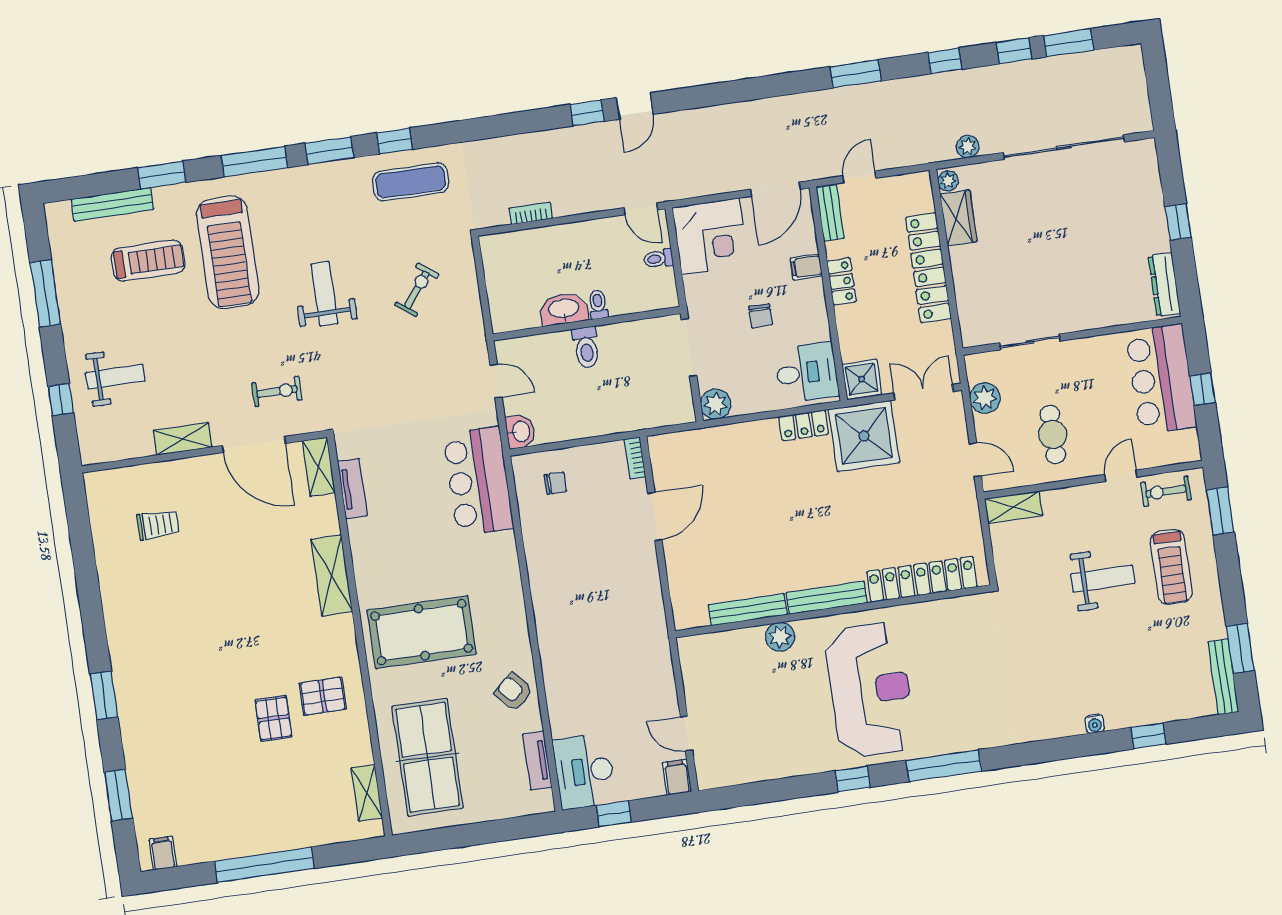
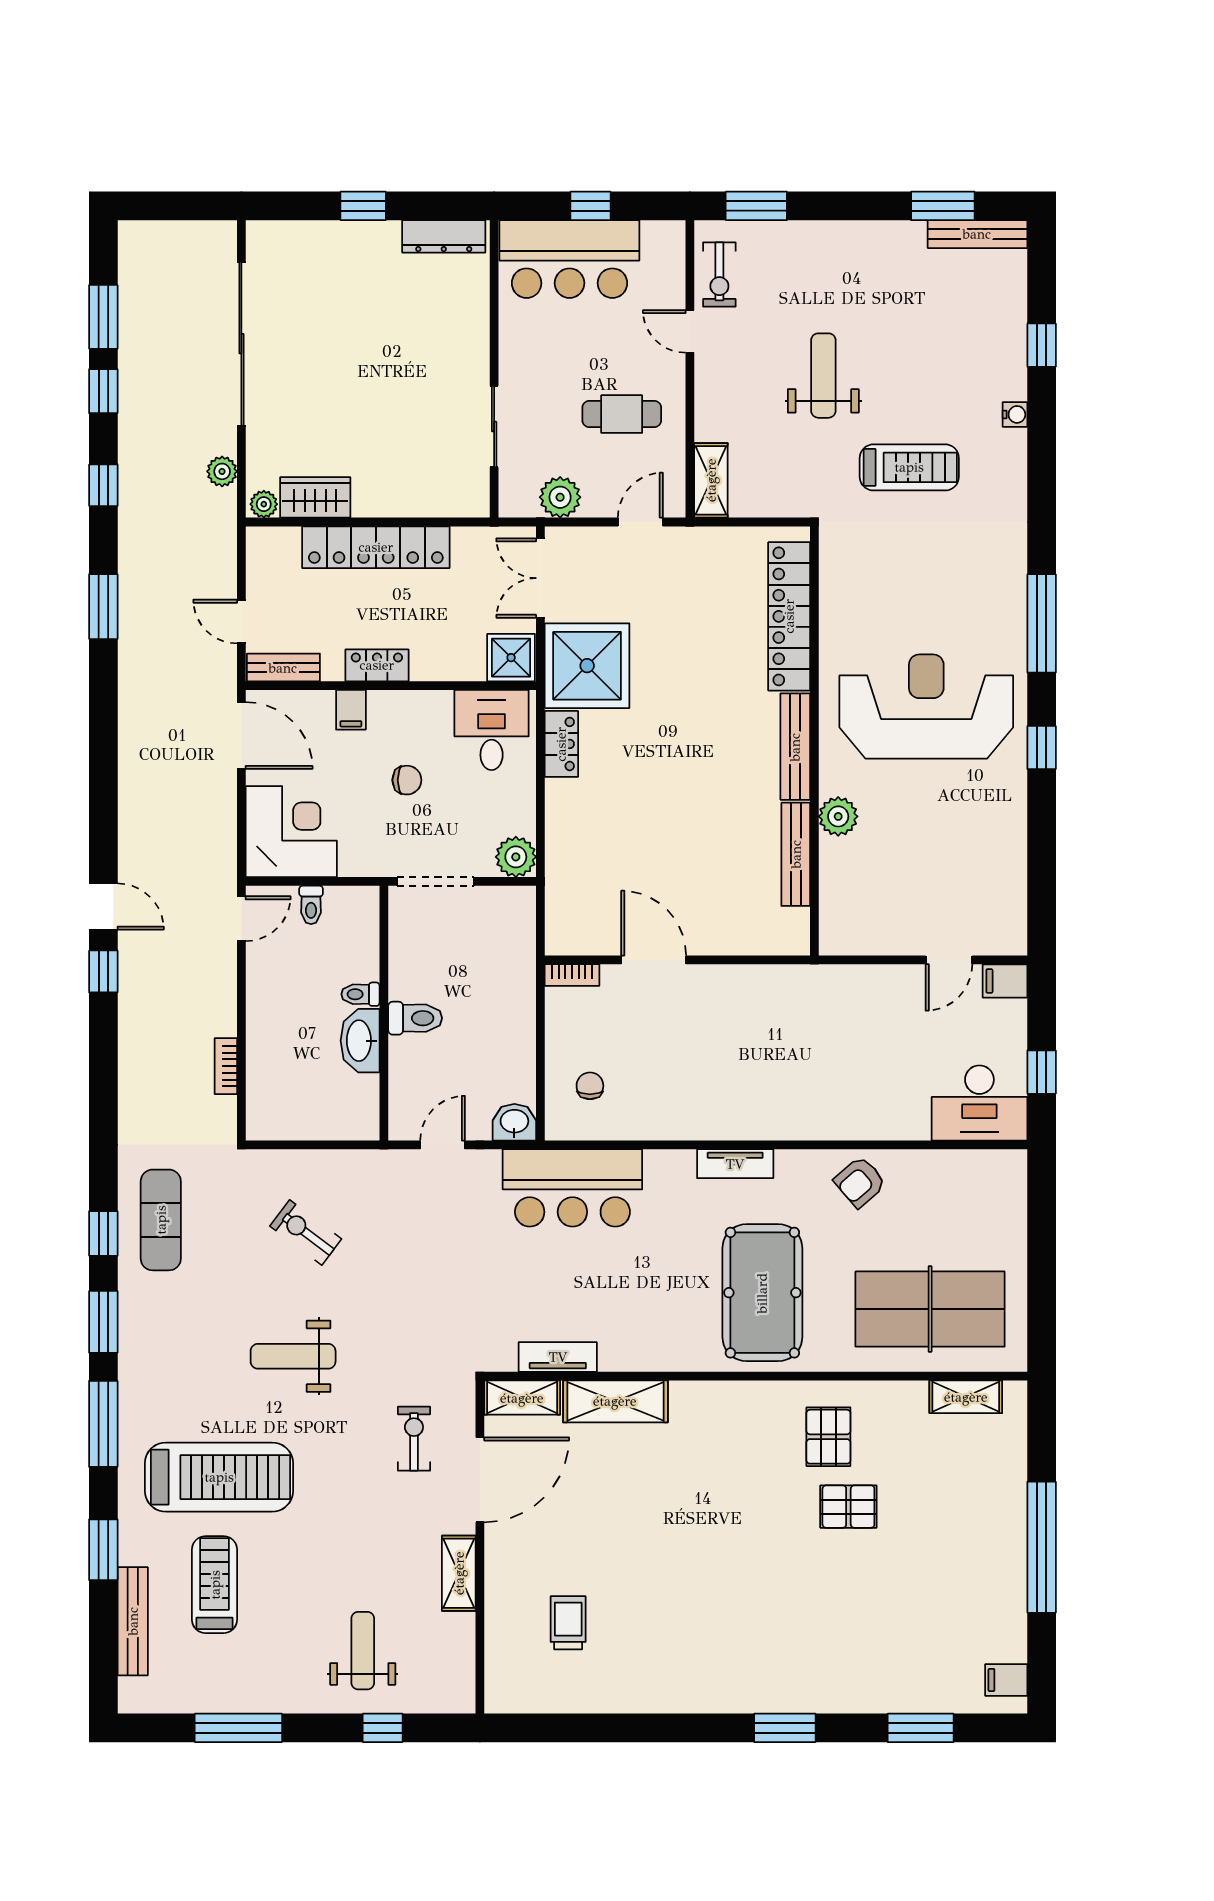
treadmill: (1171, 567) -> (909, 467), moved
shelving: (332, 575) -> (615, 1401), moved
tv unit: (537, 761) -> (735, 1164), moved

